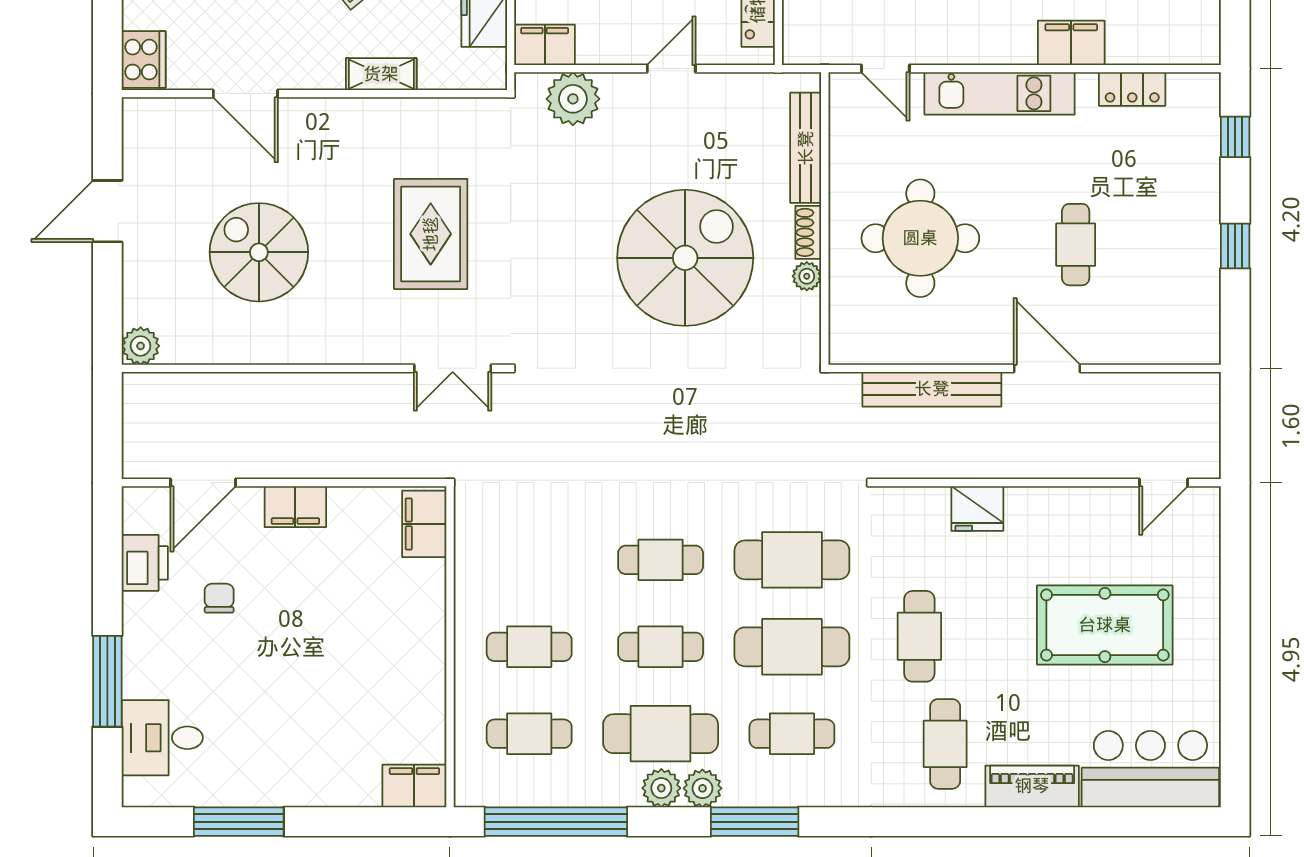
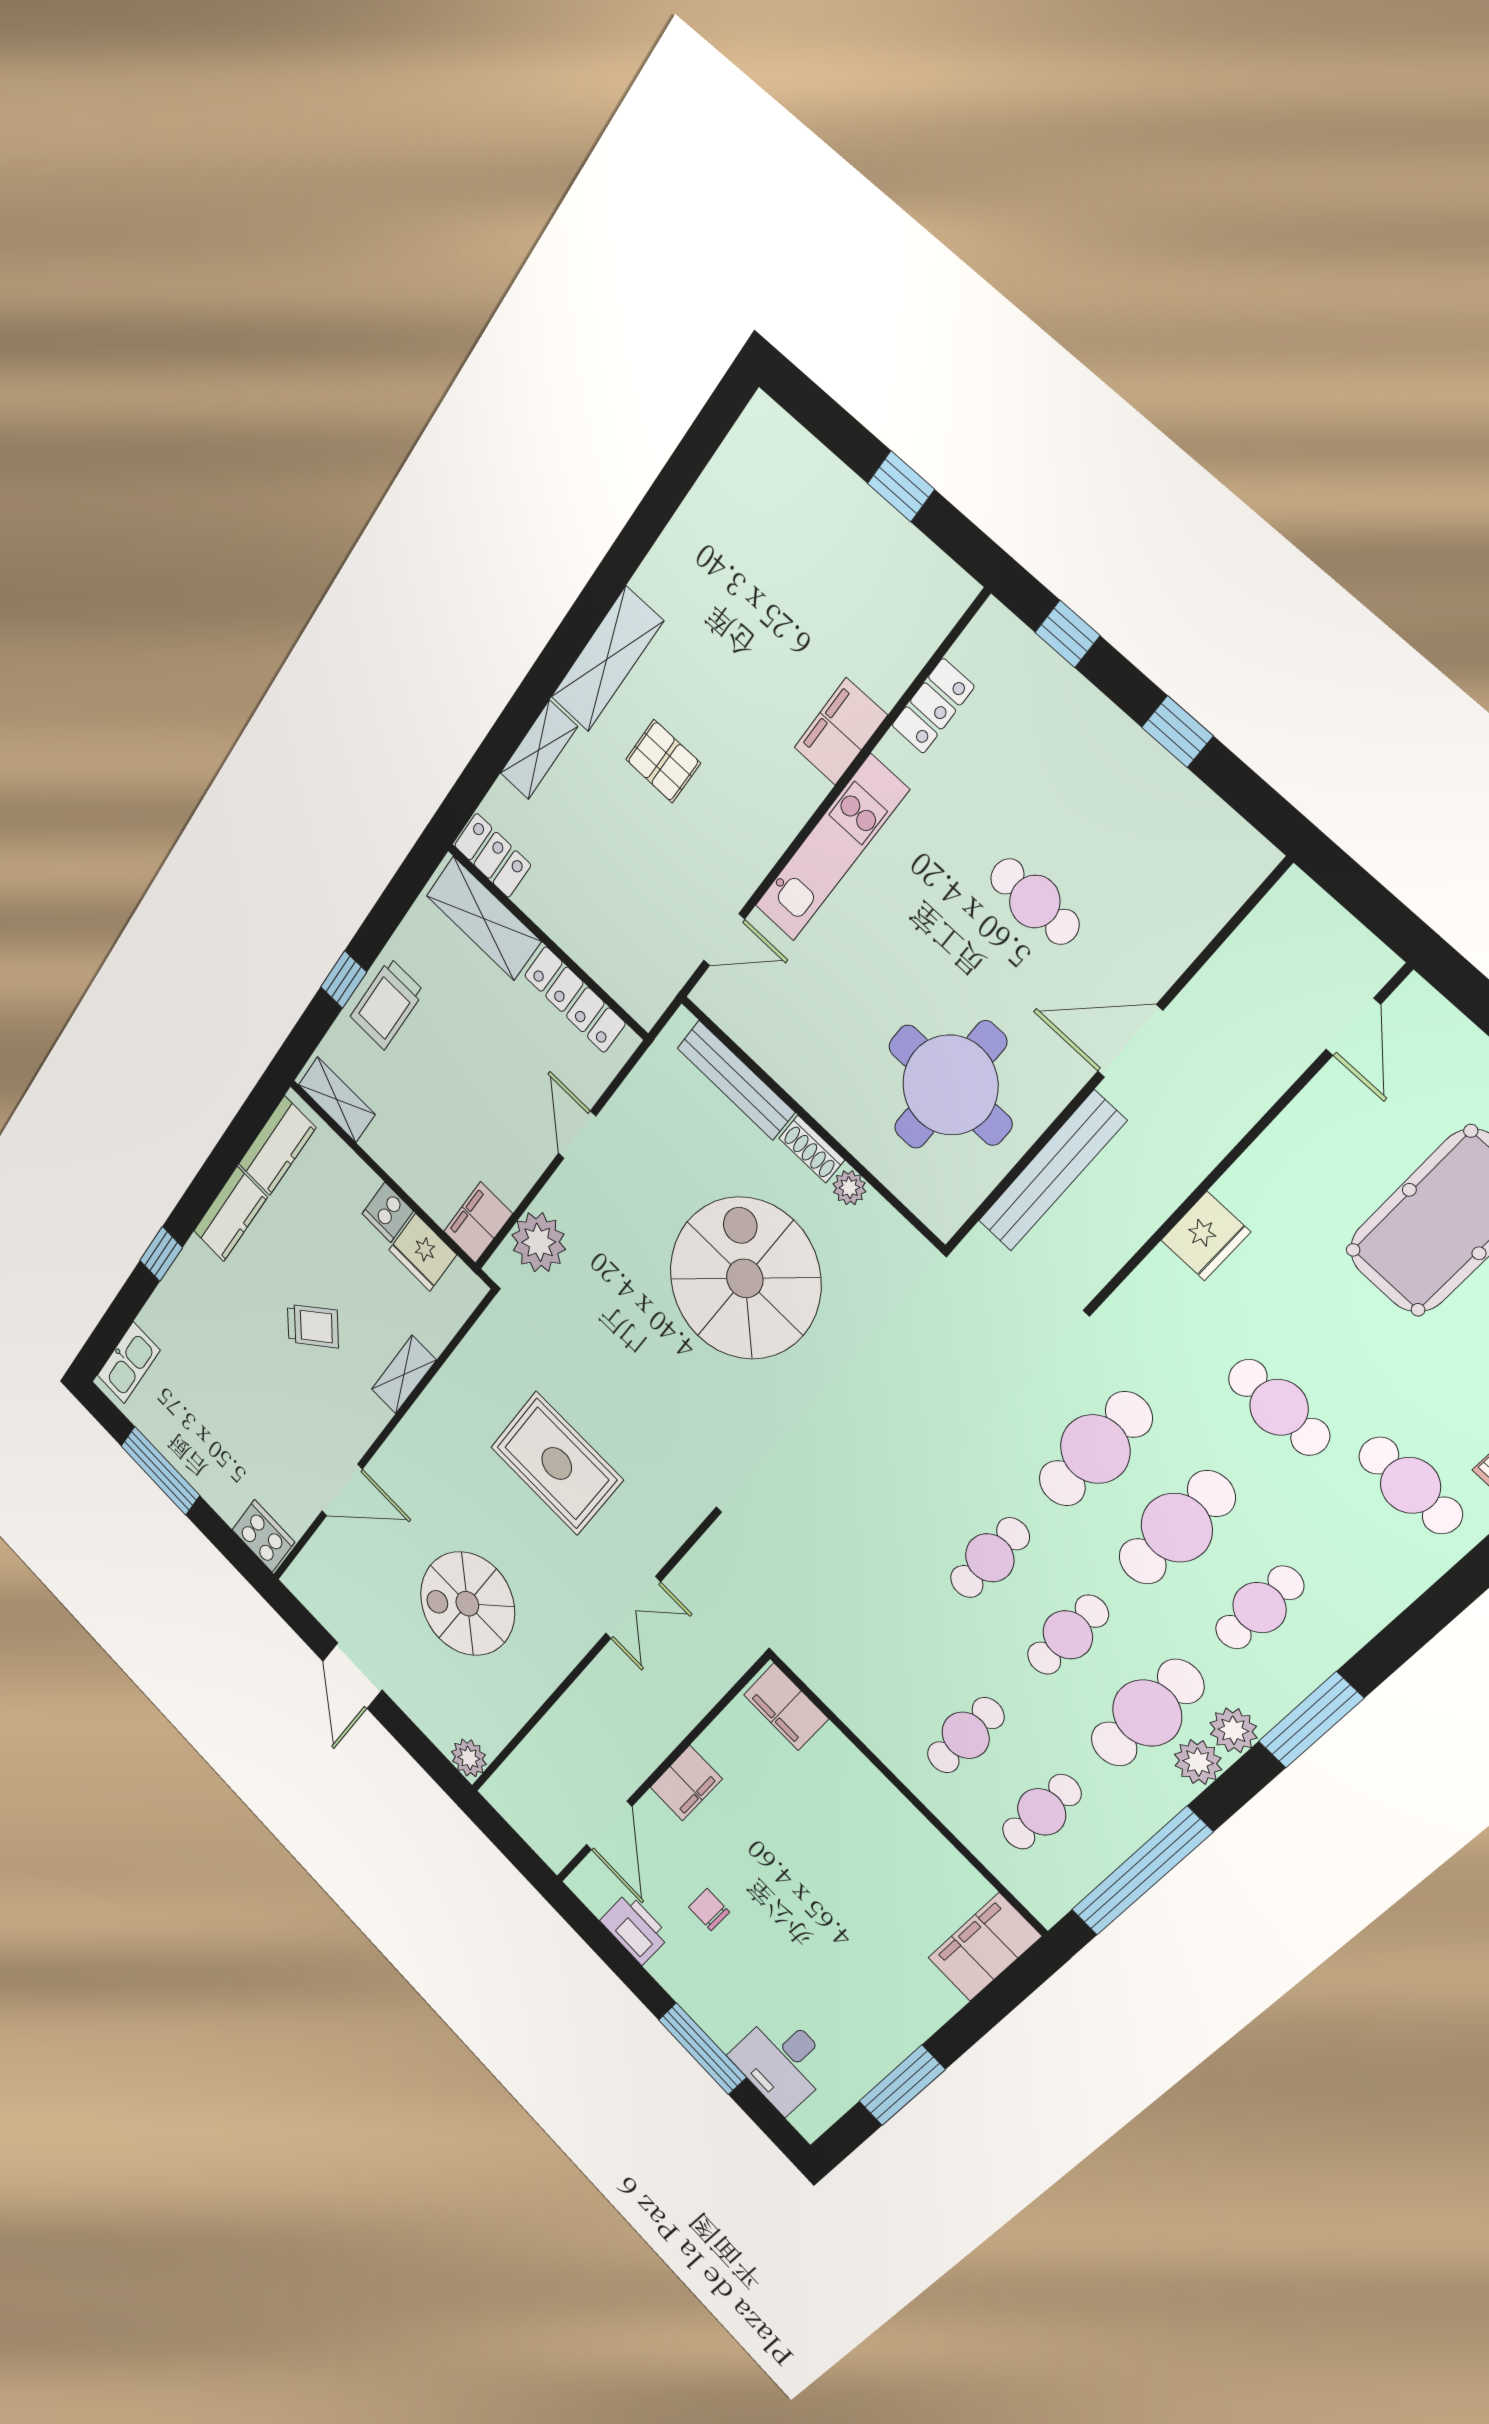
round table: (920, 238) -> (950, 1085), moved
double door: (453, 368) -> (633, 1608), moved
filing cabinet: (414, 786) -> (984, 1947), width x1.50, depth x1.17

